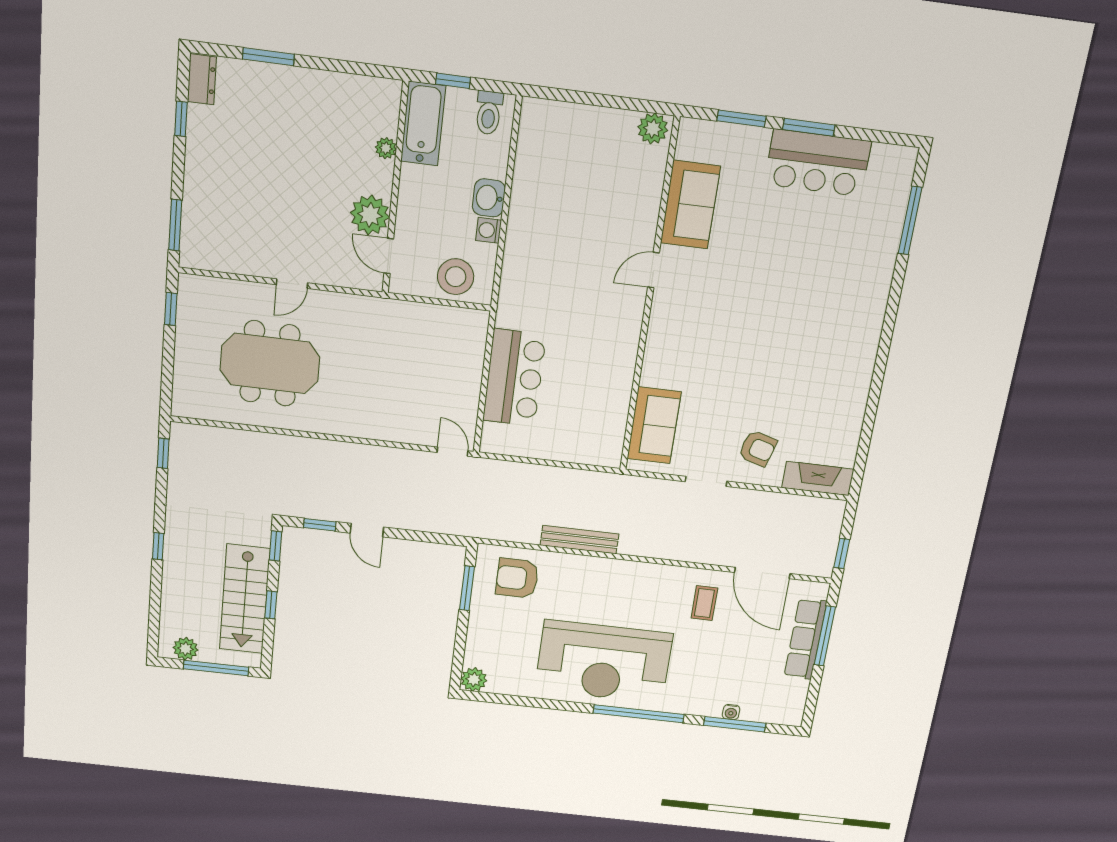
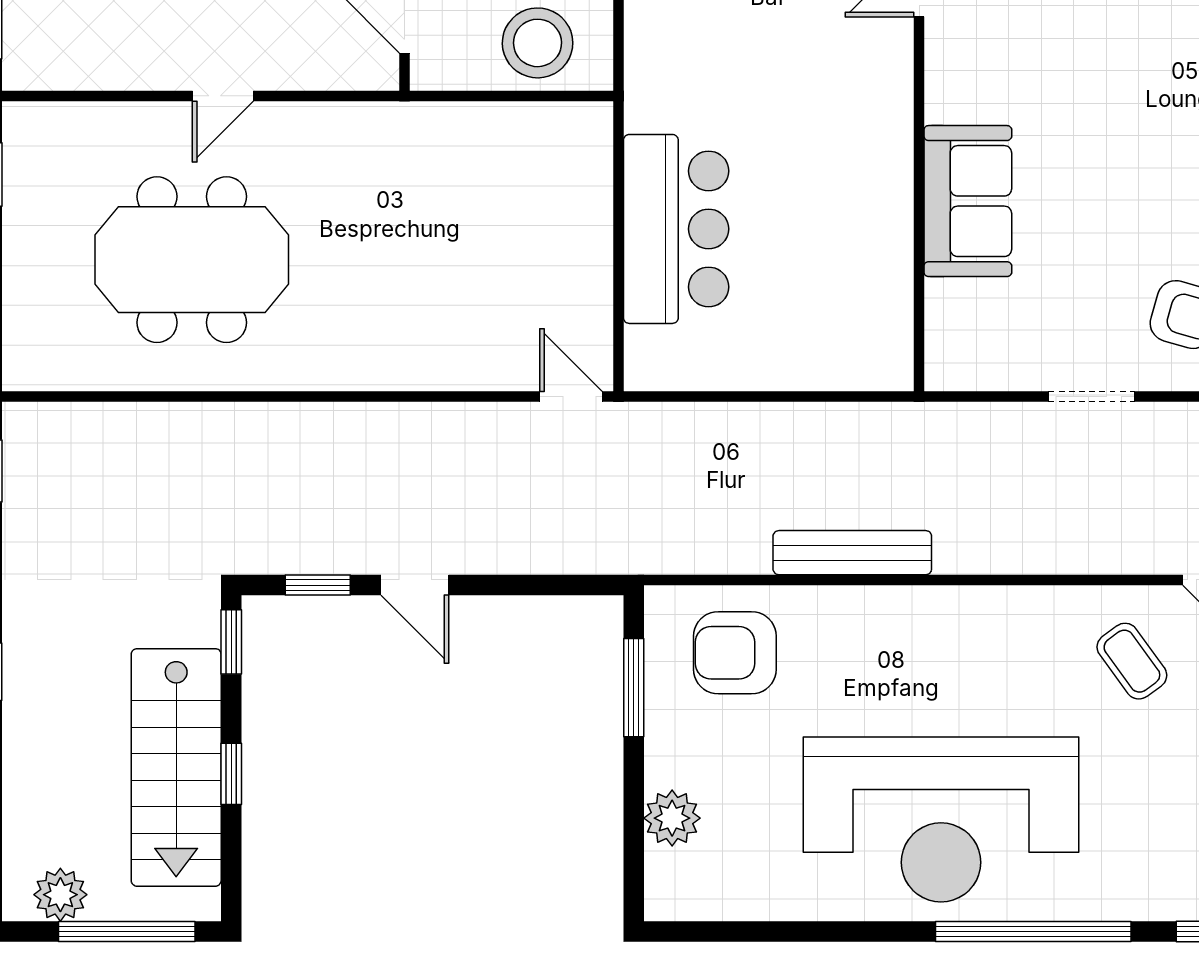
sofa: (654, 425) -> (968, 201), moved
coffee table: (704, 603) -> (1132, 661), turned -36
plant: (474, 679) -> (672, 818), moved

